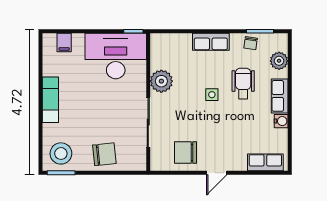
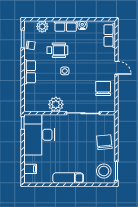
wheelchair: (243, 83) -> (57, 50), turned 180
chair: (185, 153) -> (103, 88), turned 180

